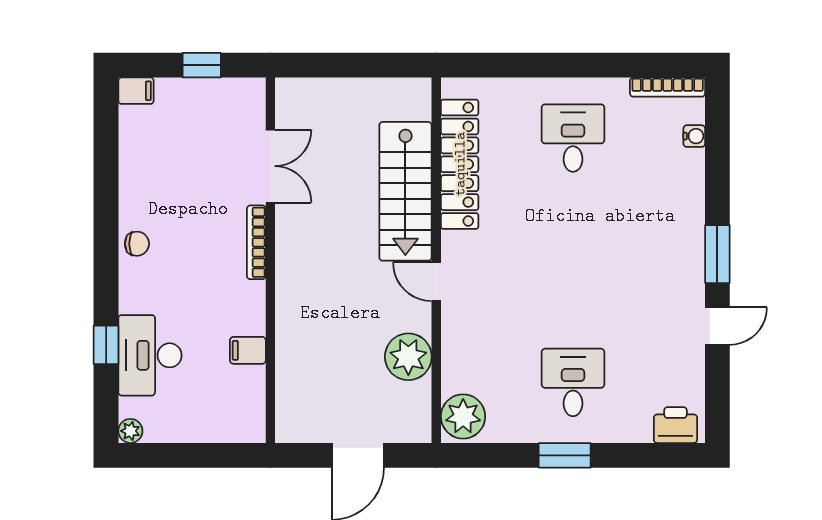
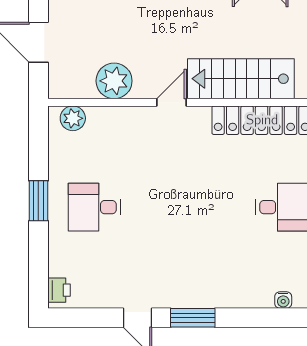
desk: (573, 382) -> (94, 207), turned 180
plant: (463, 416) -> (73, 118), width x0.73, depth x0.73
printer: (675, 425) -> (59, 290), width x0.73, depth x0.81

